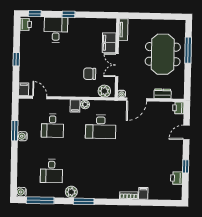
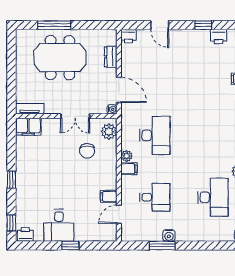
desk: (56, 30) -> (59, 225), moved, turned -90
filing cabinet: (109, 43) -> (28, 127), moved
filing cabinet: (24, 89) -> (109, 196), moved
desk: (52, 171) -> (213, 197), width x1.37

